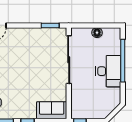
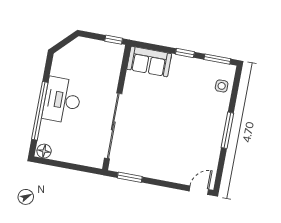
floor lamp: (97, 33) -> (44, 151), moved

